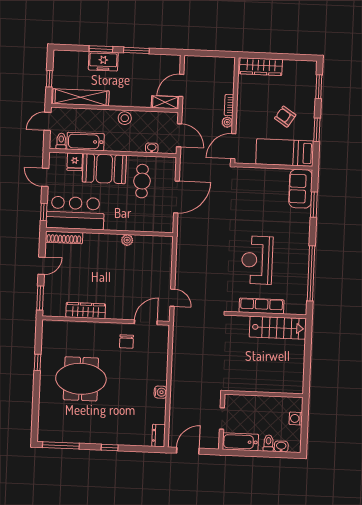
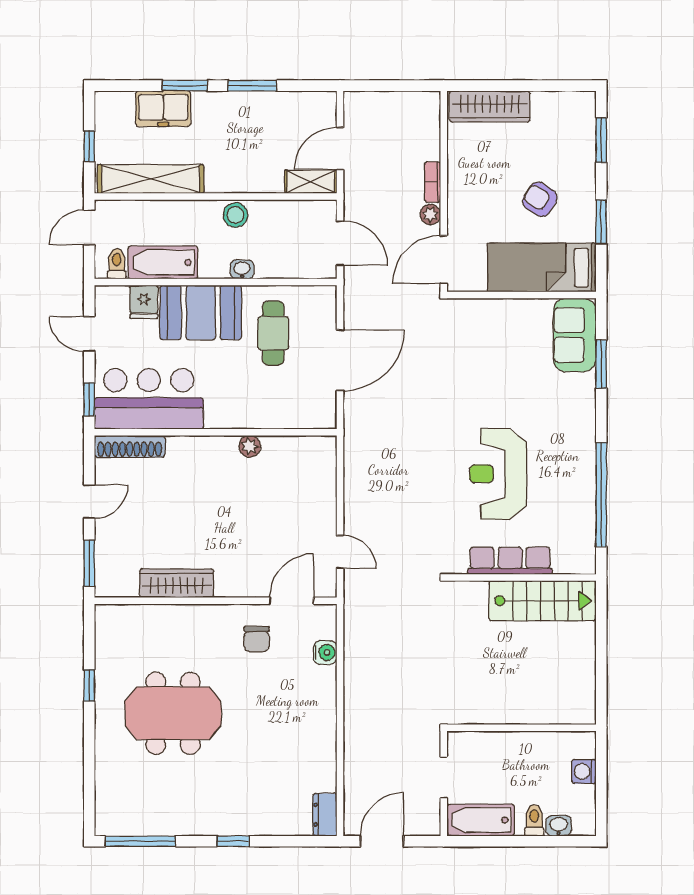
freezer: (103, 61) -> (163, 109), moved
washbasin: (152, 148) -> (242, 269), moved
water cooler: (161, 392) -> (325, 652), moved

